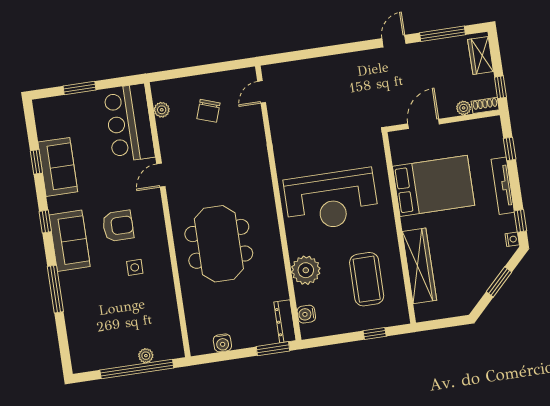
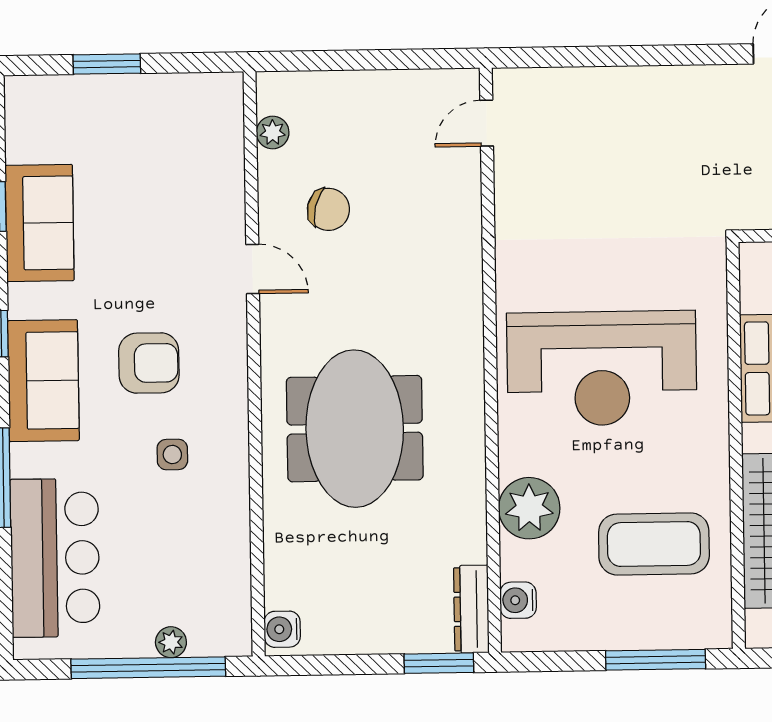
chair: (208, 111) -> (328, 209), moved, turned -95
bar counter: (129, 123) -> (55, 558), moved, turned 180
door: (161, 175) -> (253, 269), swing flipped
coffee table: (367, 279) -> (654, 544), turned 90
window: (375, 333) -> (656, 660), width x2.17
water cooler: (222, 343) -> (282, 629), moved, turned 90

